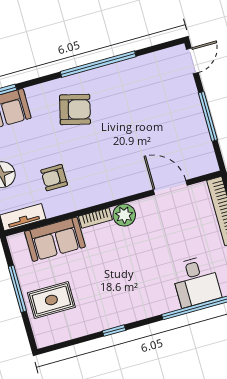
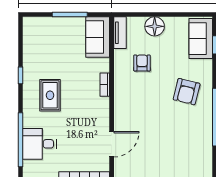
plant: (124, 215) -> (101, 106), removed
sofa: (55, 239) -> (98, 37), moved
rug: (51, 300) -> (50, 95), moved

